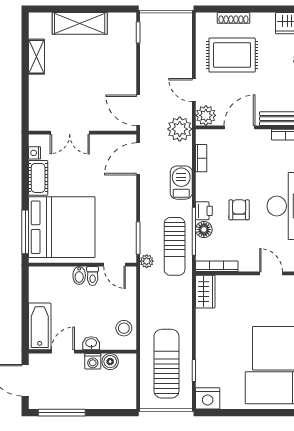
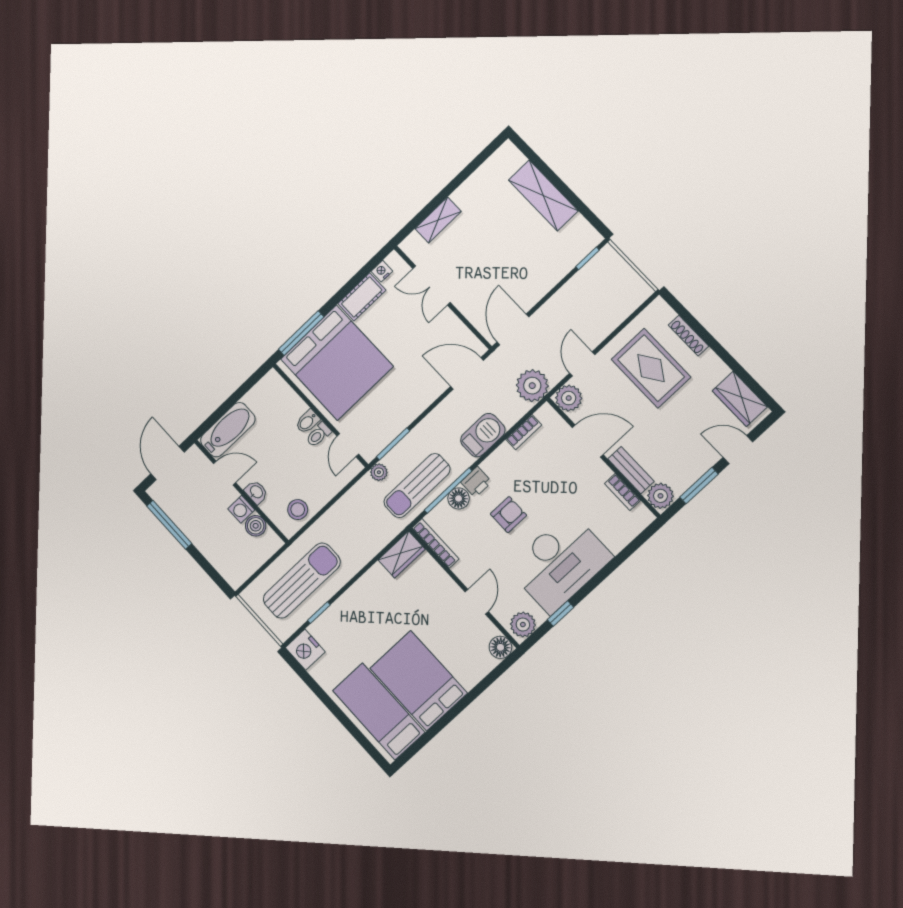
shelving: (37, 57) -> (438, 220), moved

